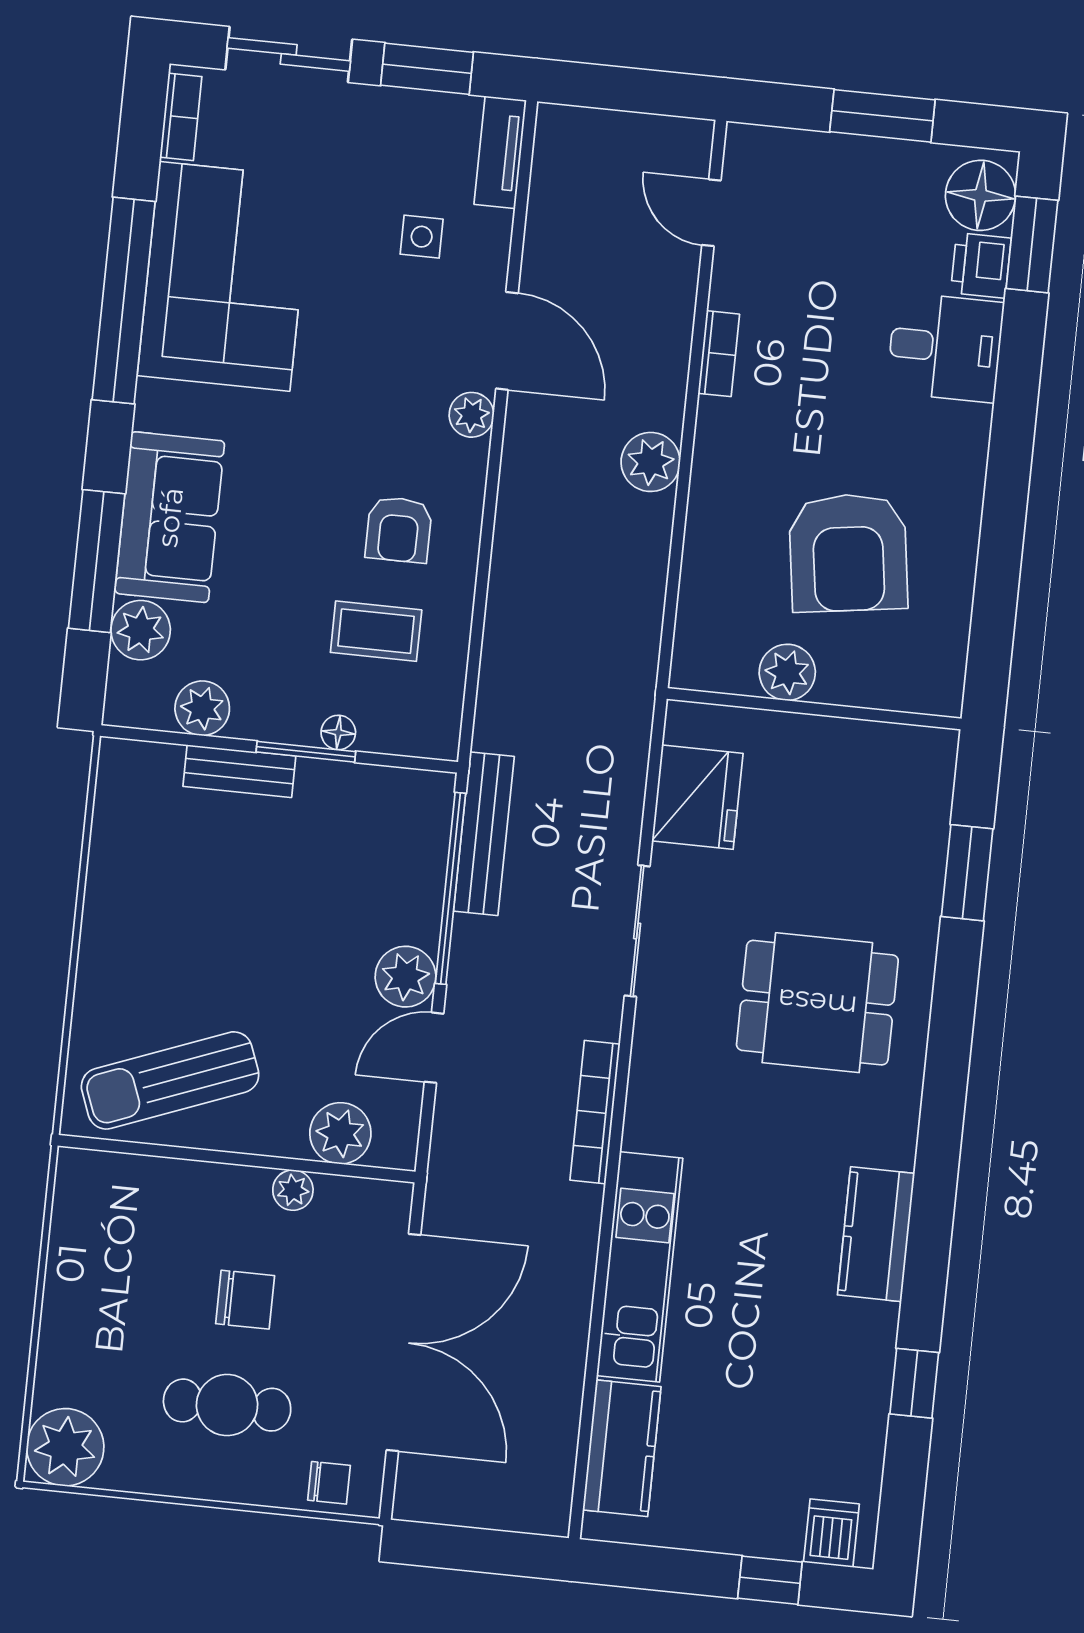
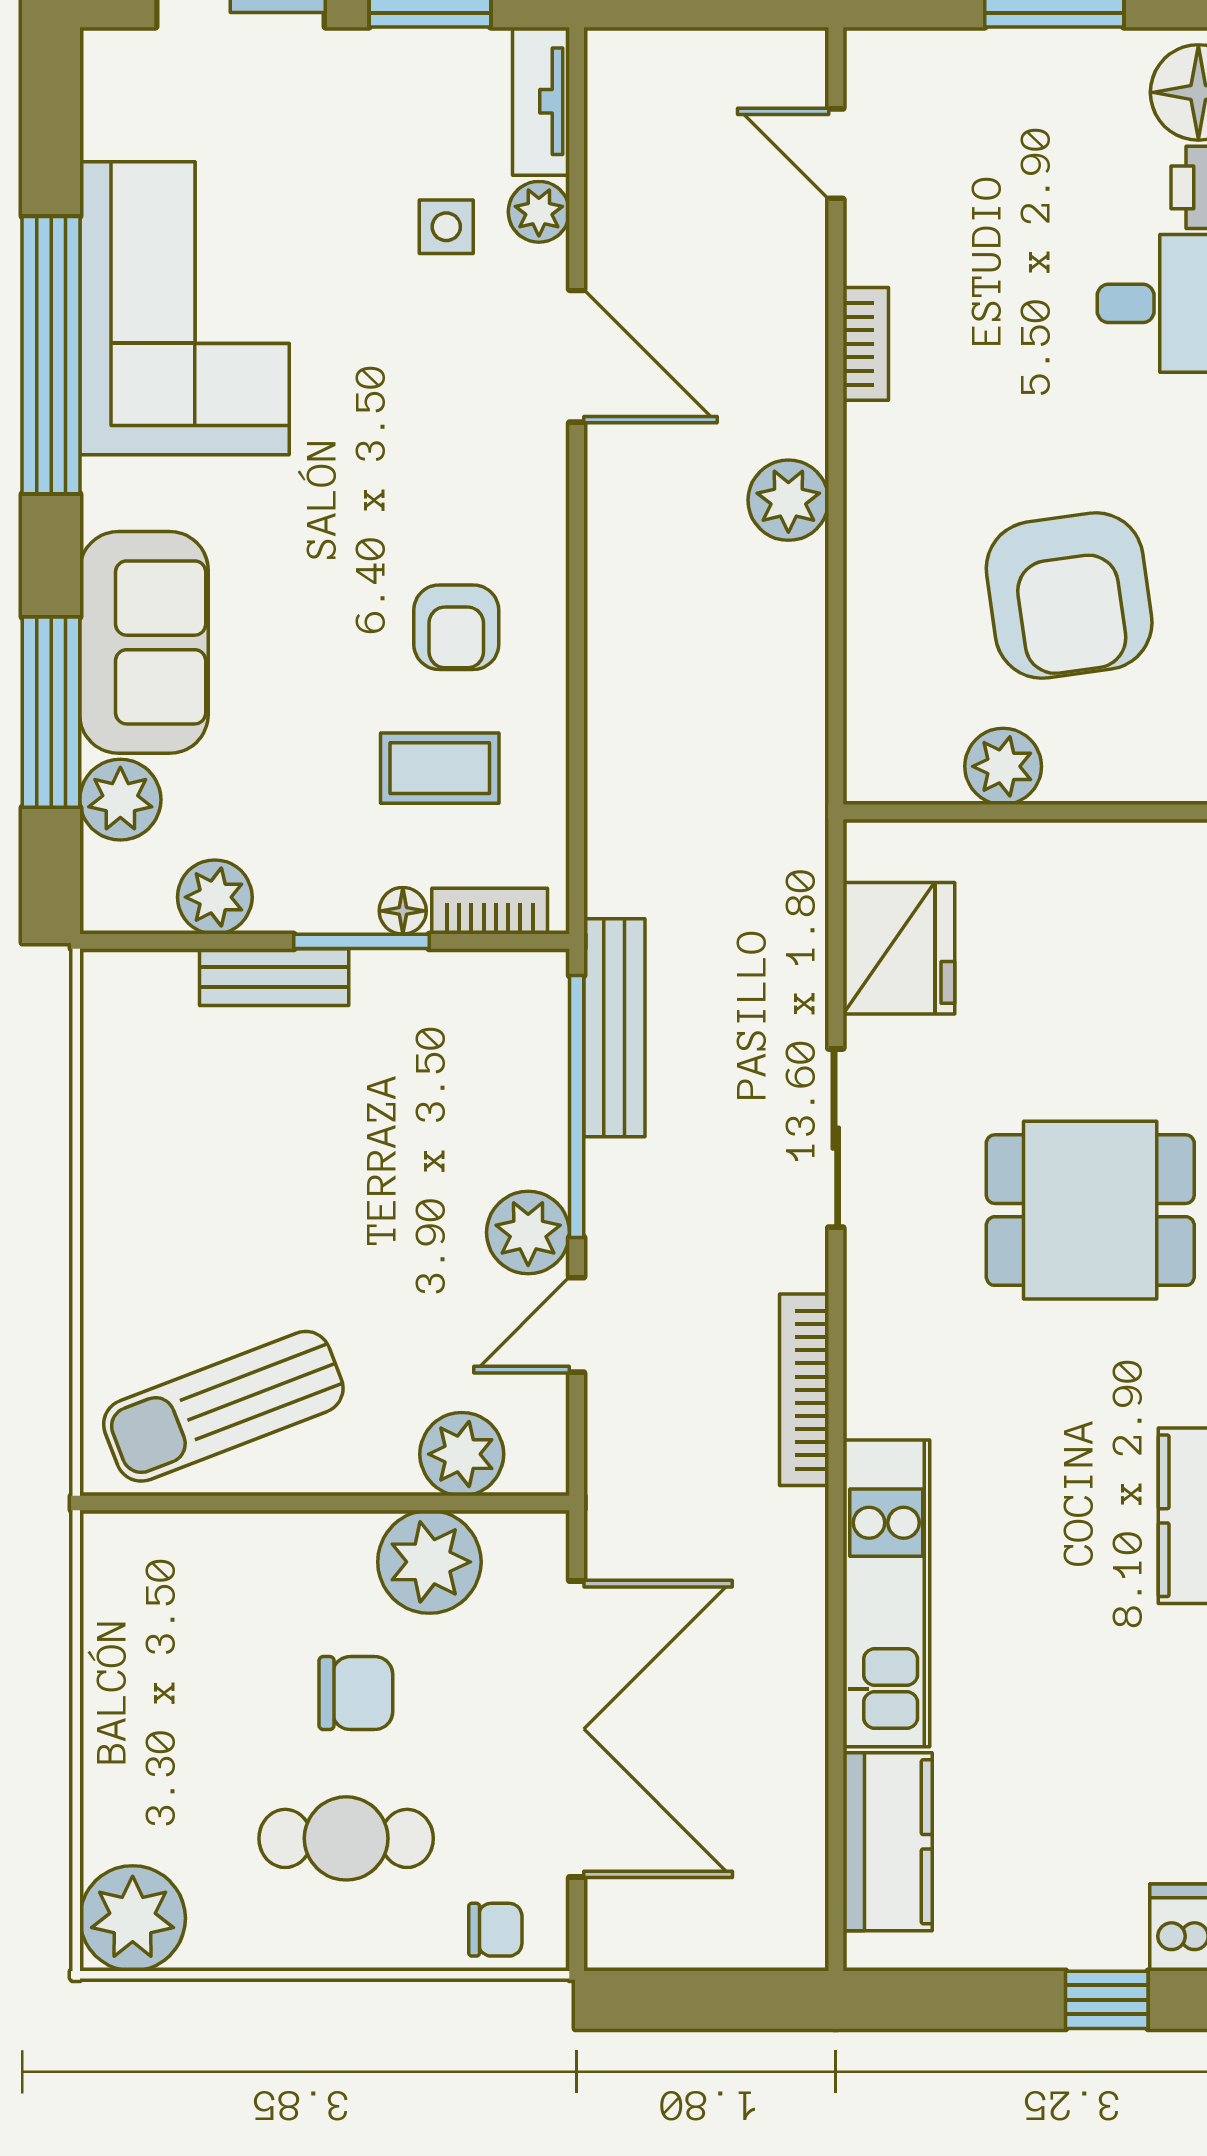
bookcase: (181, 117) -> (490, 911), moved, turned -90
plant: (472, 415) -> (539, 212), moved
plant: (293, 1190) -> (429, 1562), width x1.88, depth x1.88

